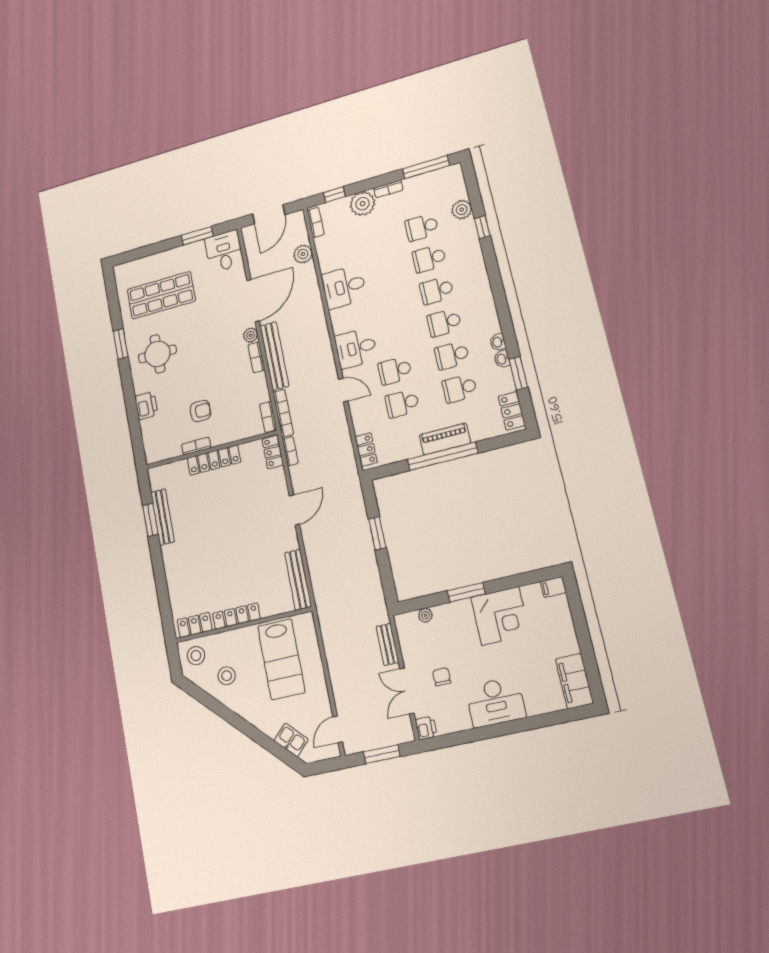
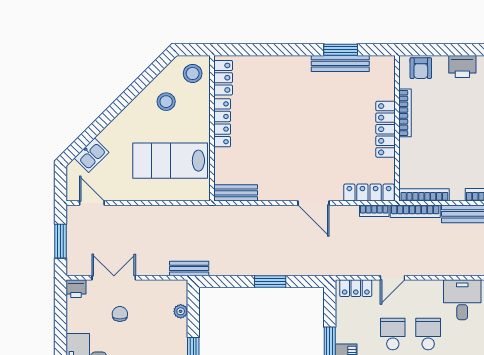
door: (343, 390) -> (392, 278), moved
armchair: (201, 411) -> (421, 68), moved
bookcase: (268, 417) -> (424, 195), width x1.56
bookcase: (196, 446) -> (405, 113), width x1.56
locker: (273, 452) -> (369, 193), width x1.53
bench: (298, 580) -> (236, 193), width x0.73
bench: (387, 644) -> (189, 269), moved
chair: (442, 677) -> (120, 314), turned -90

